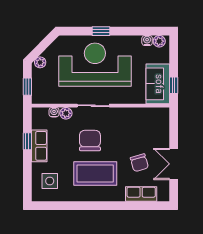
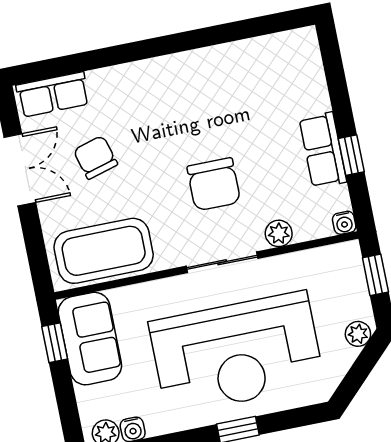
water cooler: (54, 112) -> (344, 223), moved
coffee table: (95, 174) -> (104, 251), moved
side table: (50, 181) -> (284, 78), removed
row of seats: (141, 194) -> (53, 94), moved

